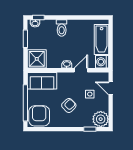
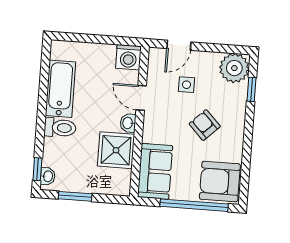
bathtub: (102, 39) -> (60, 89), moved, turned -90
shower: (37, 59) -> (116, 150), moved

